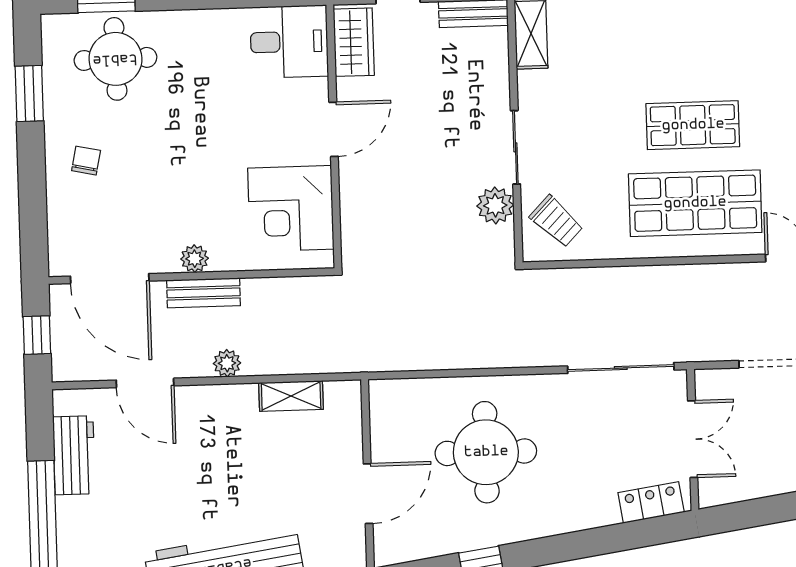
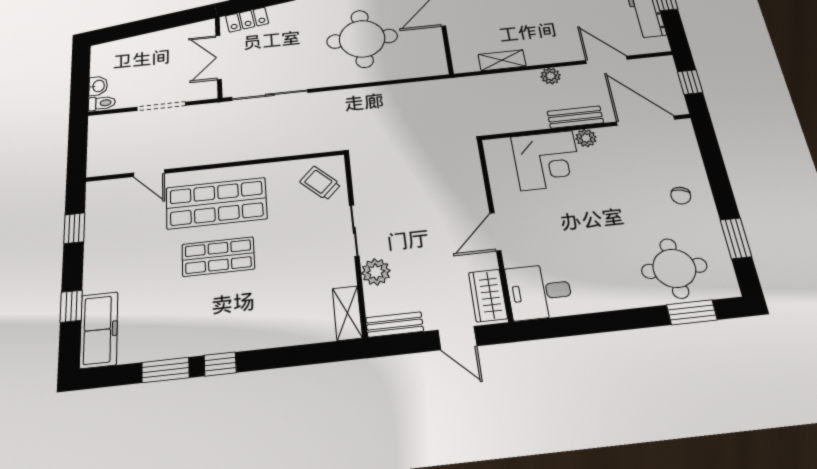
plant: (495, 205) -> (376, 272), moved
corner desk: (291, 209) -> (547, 160), moved, turned 90

